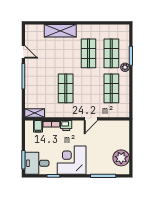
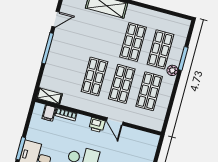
door: (23, 52) -> (56, 19), hinge flipped
shop shelf: (89, 88) -> (122, 84), added
door: (91, 119) -> (115, 121), hinge flipped
printer: (66, 126) -> (97, 125), moved

